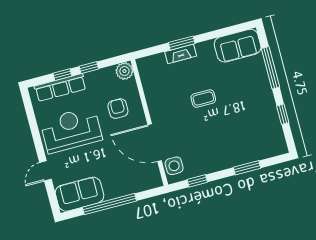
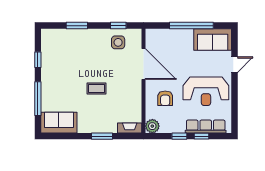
fireplace: (181, 54) -> (130, 128), moved
side table: (174, 166) -> (118, 42), moved

